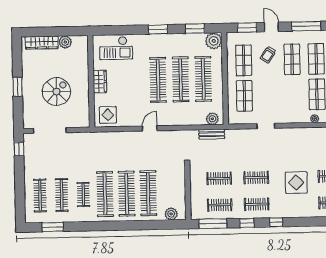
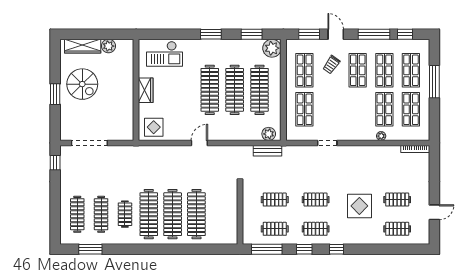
spiral stairs: (56, 92) -> (82, 84), moved, turned 90
plant: (171, 214) -> (221, 238), removed

